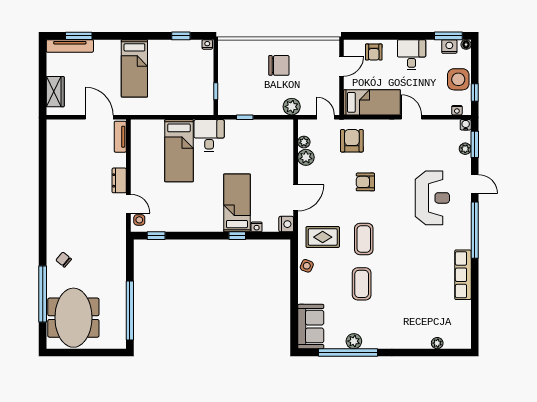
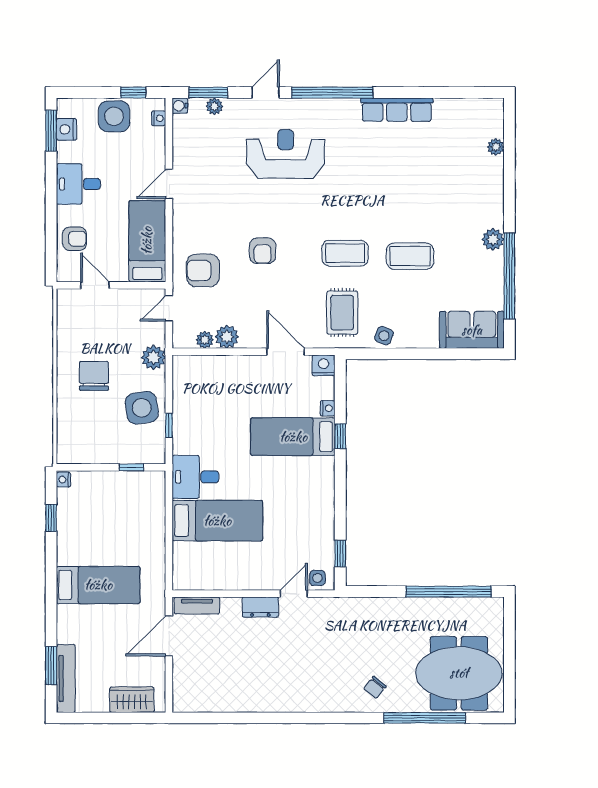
floor lamp: (466, 45) -> (64, 105), removed
side table: (257, 98) -> (142, 408), added
plant: (354, 341) -> (493, 239), moved

